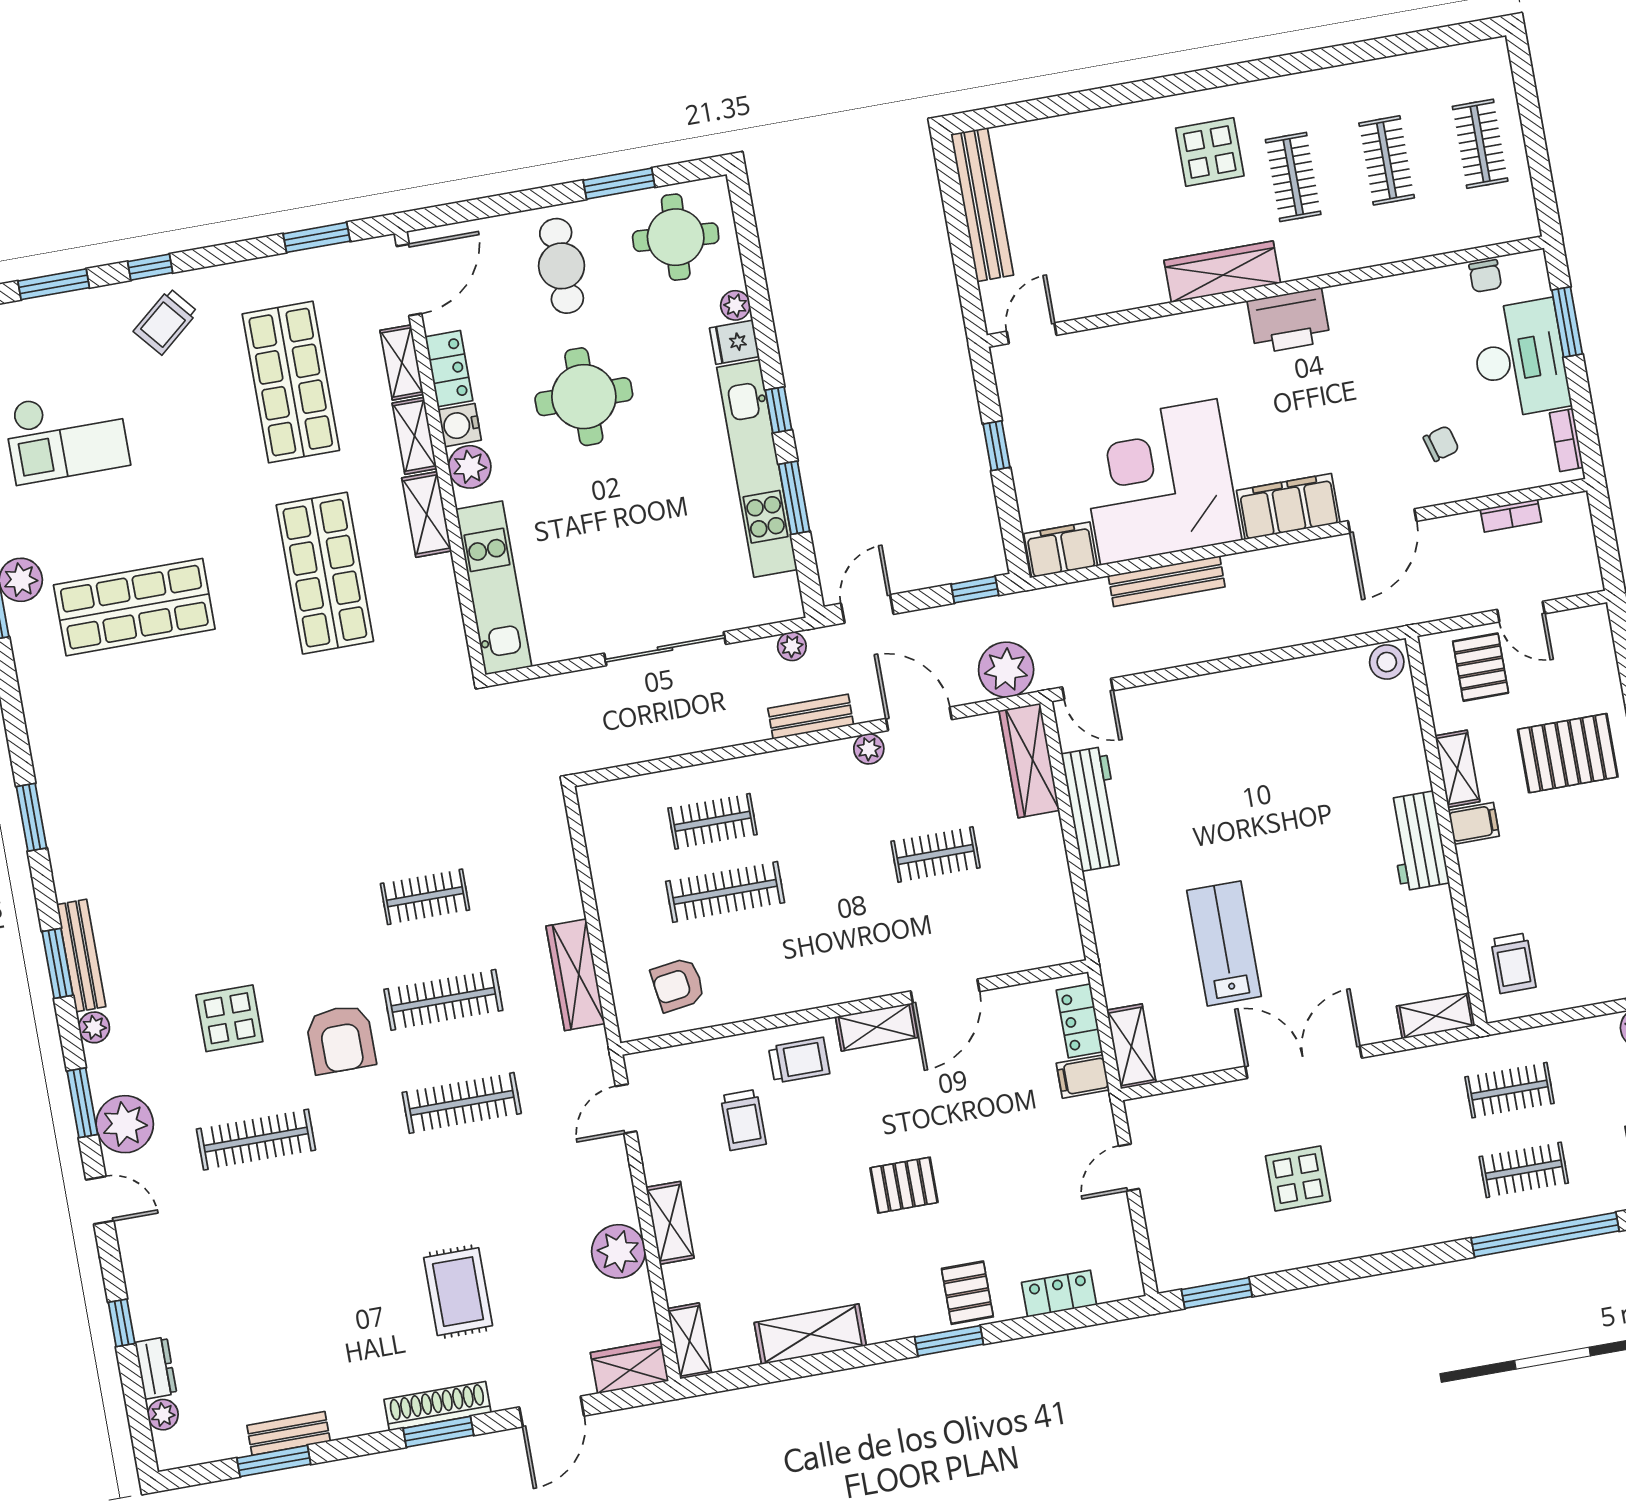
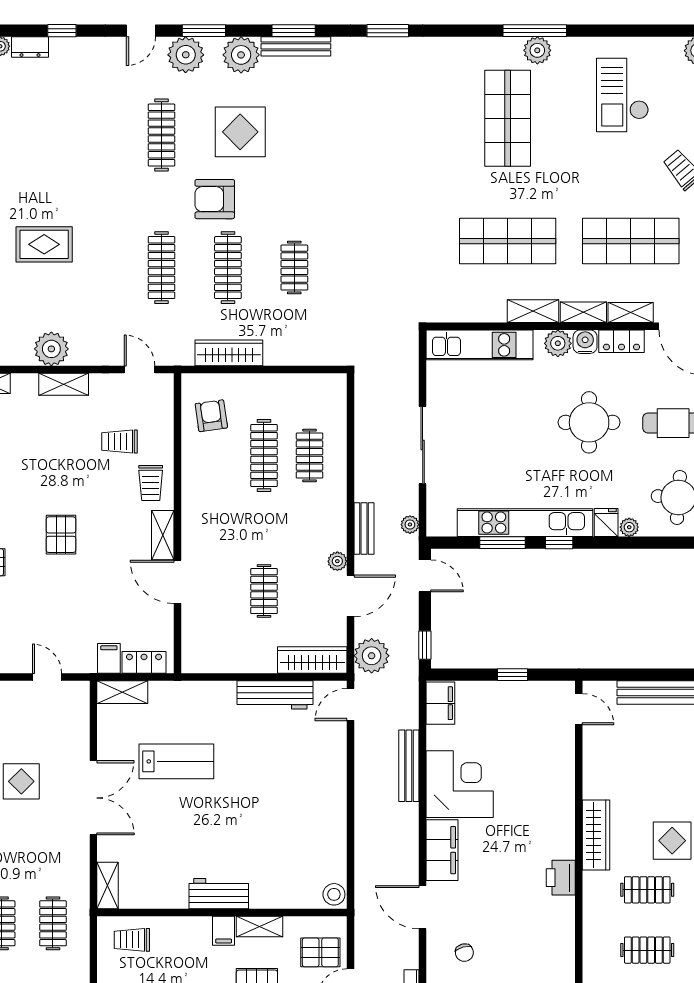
printer: (1289, 321) -> (561, 878), width x0.73, depth x0.84
corner desk: (1159, 482) -> (460, 784), width x0.74, depth x0.74
display table: (229, 1018) -> (240, 132), width x1.36, depth x1.36
plant: (94, 1027) -> (241, 55), width x1.87, depth x1.87

